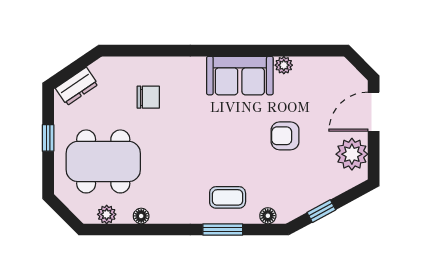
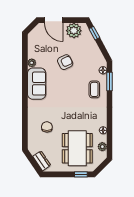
armchair: (285, 136) -> (65, 62), turned -116
window: (48, 138) -> (81, 174), moved
window: (321, 211) -> (94, 33), moved
window: (223, 230) -> (110, 81), moved

